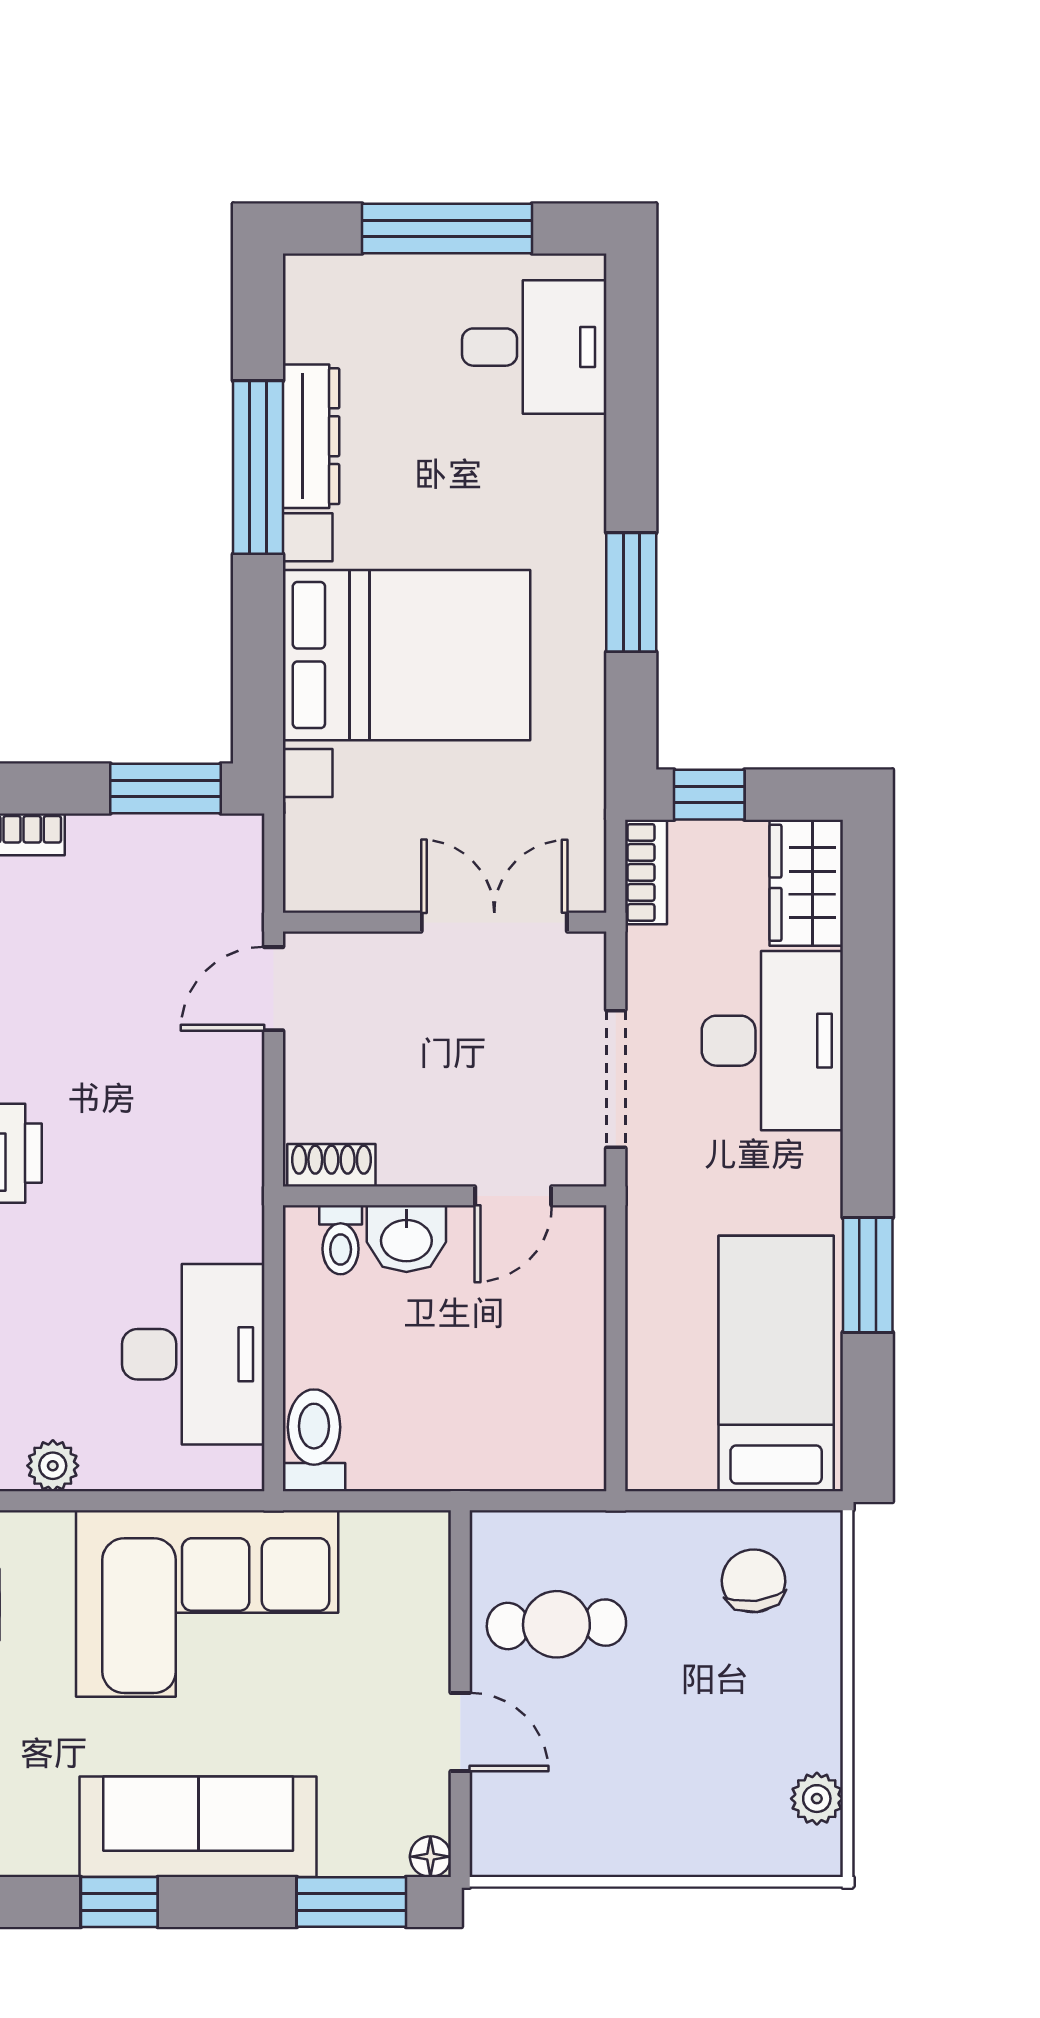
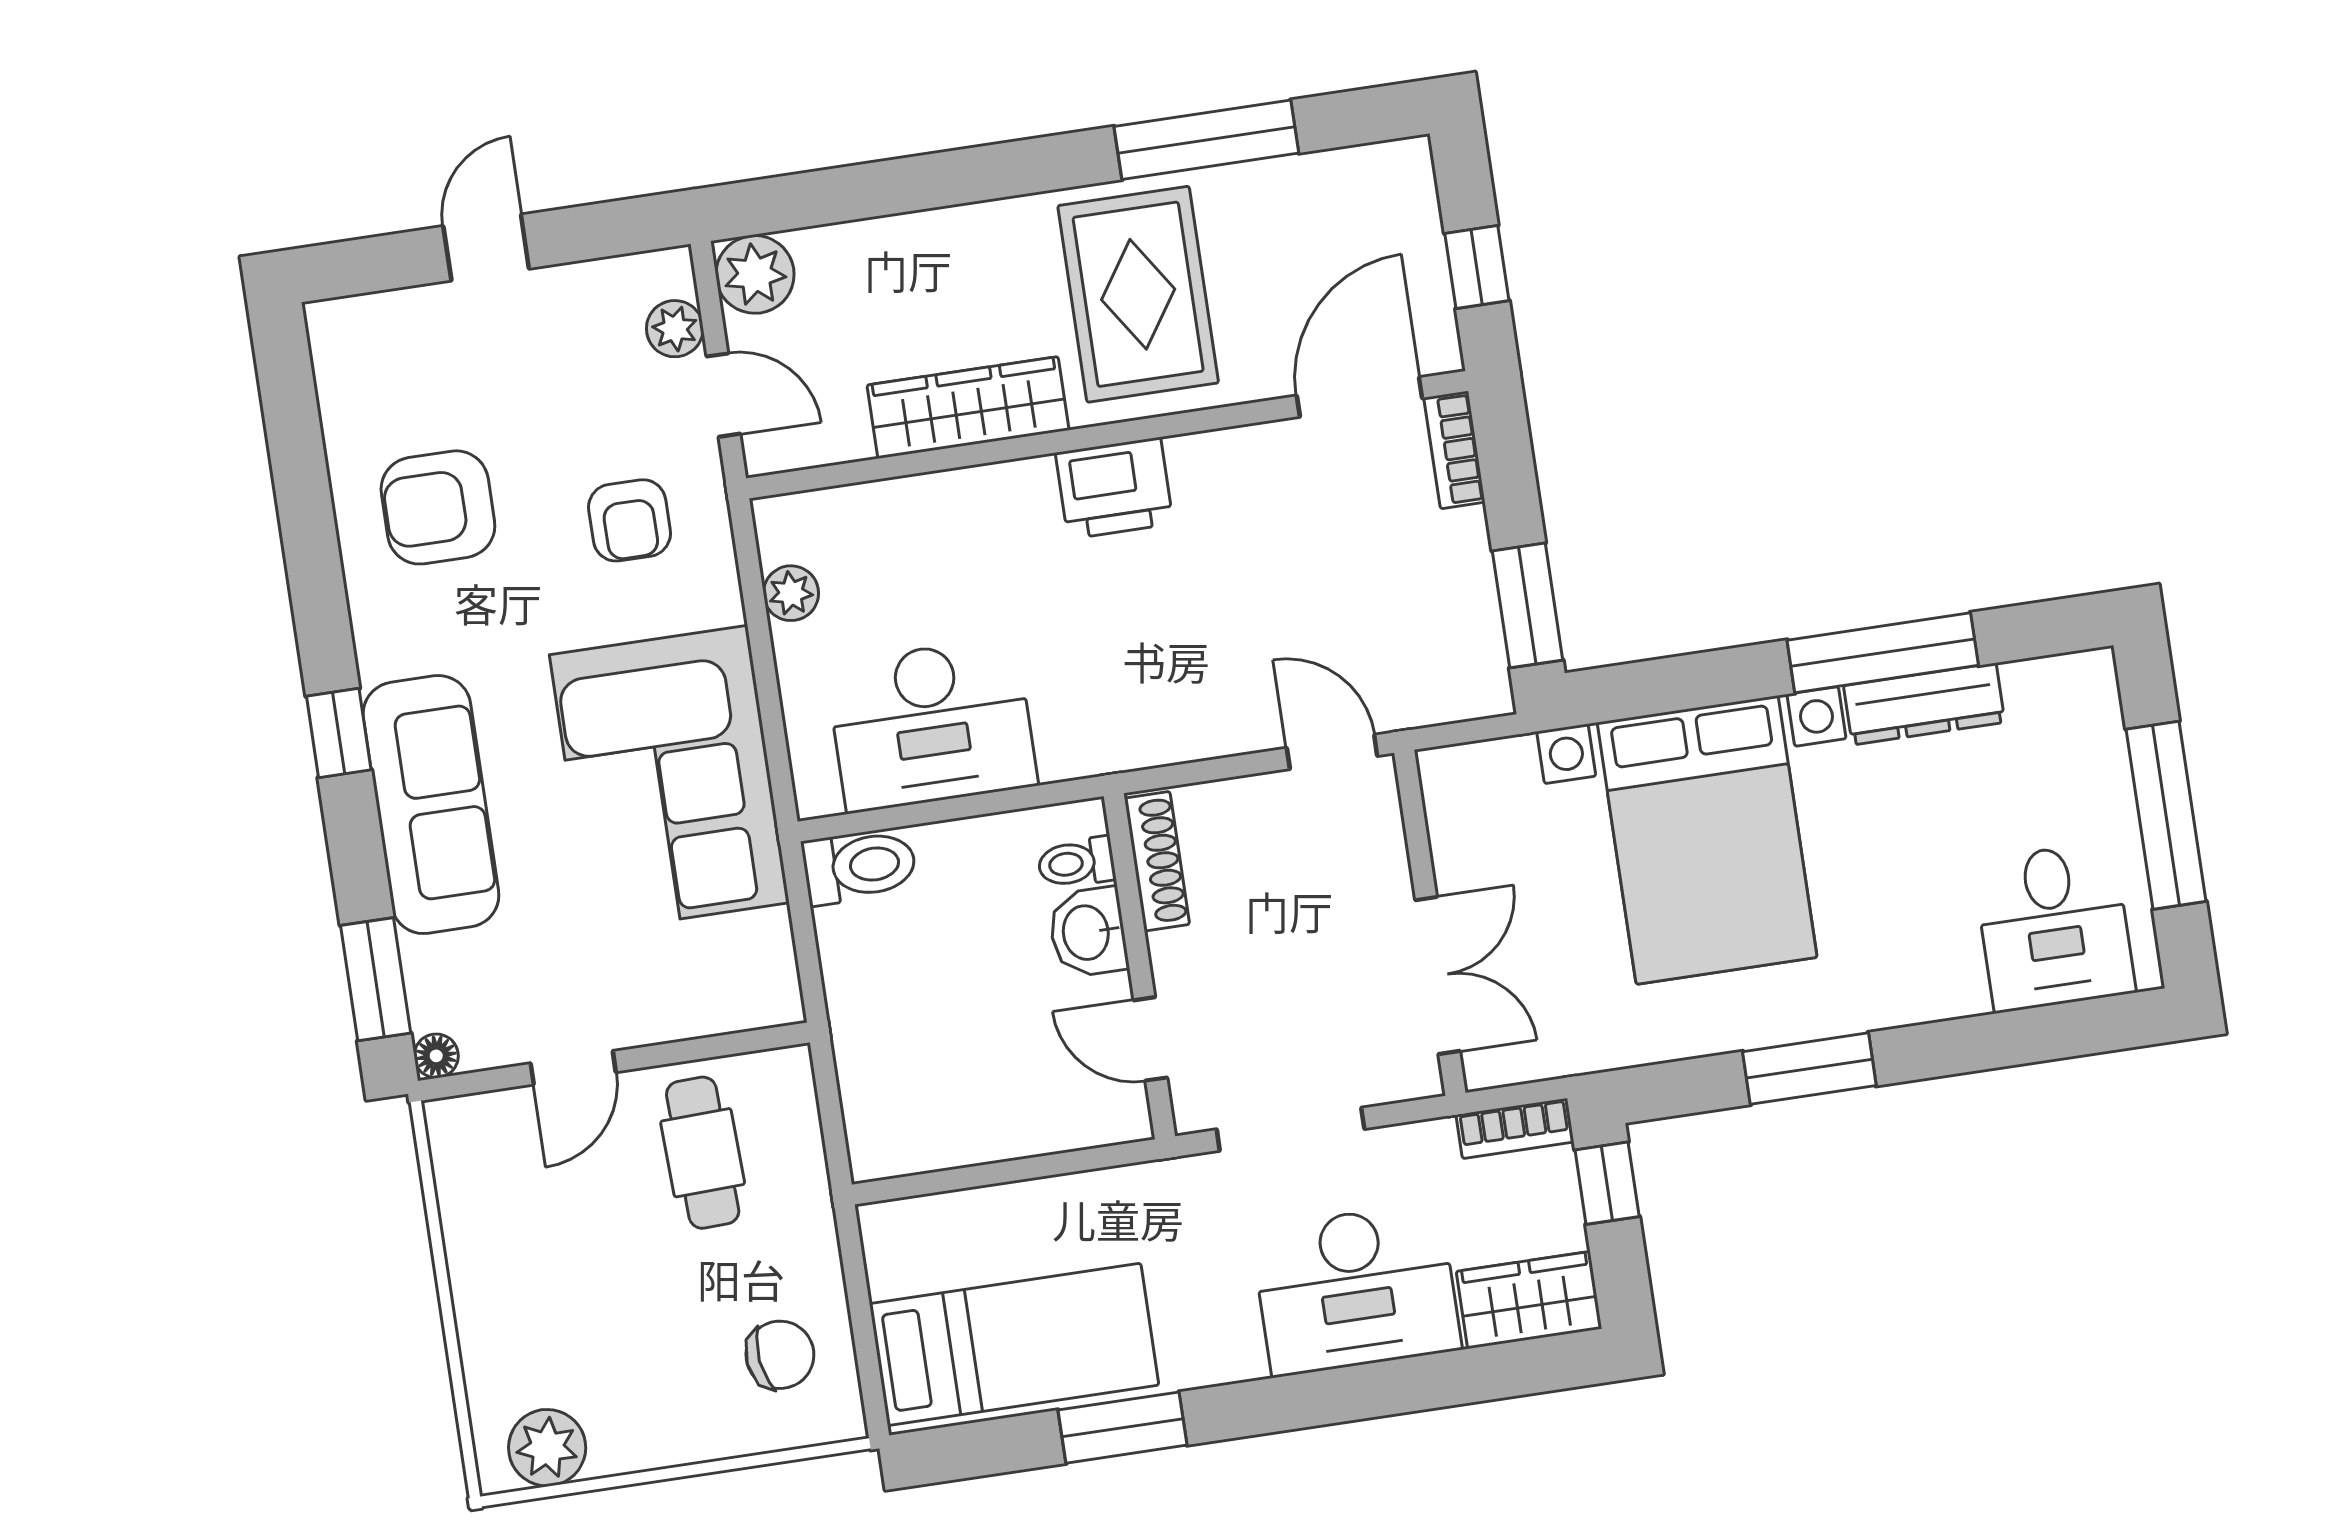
shoe rack: (331, 1165) -> (1157, 861), width x1.43
plant: (817, 1799) -> (547, 1448), width x1.38, depth x1.38

